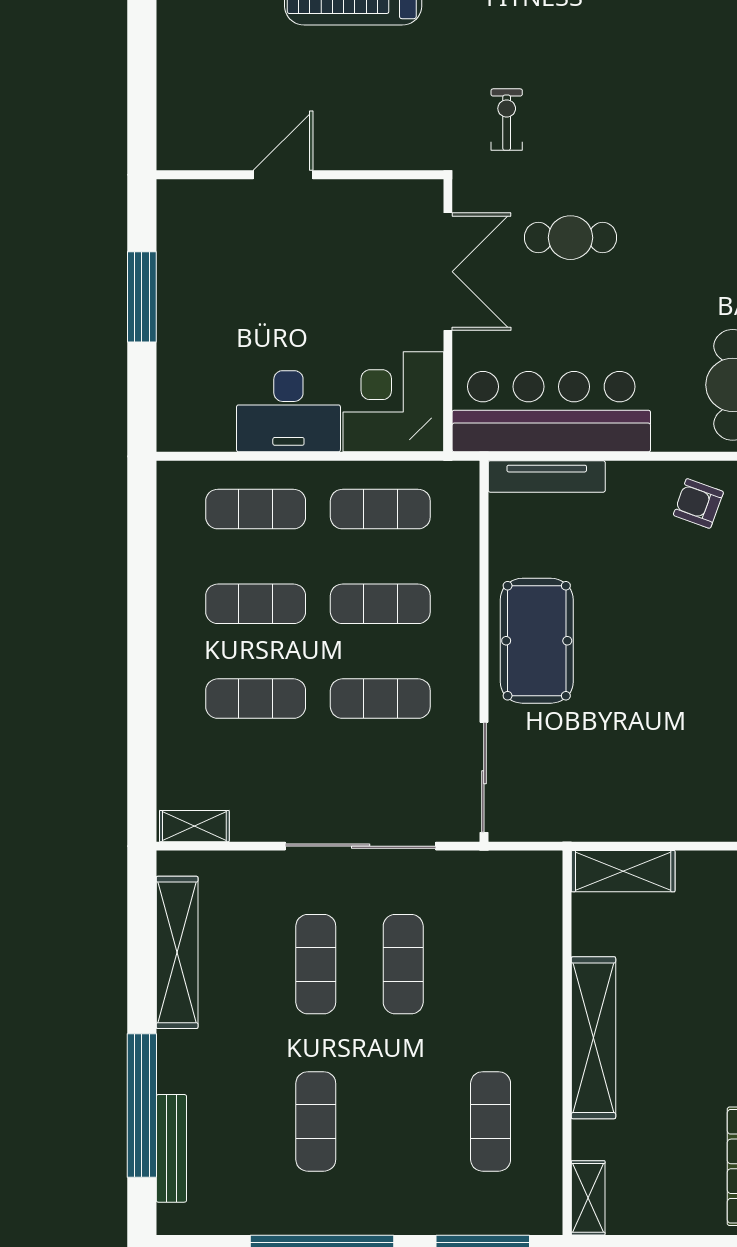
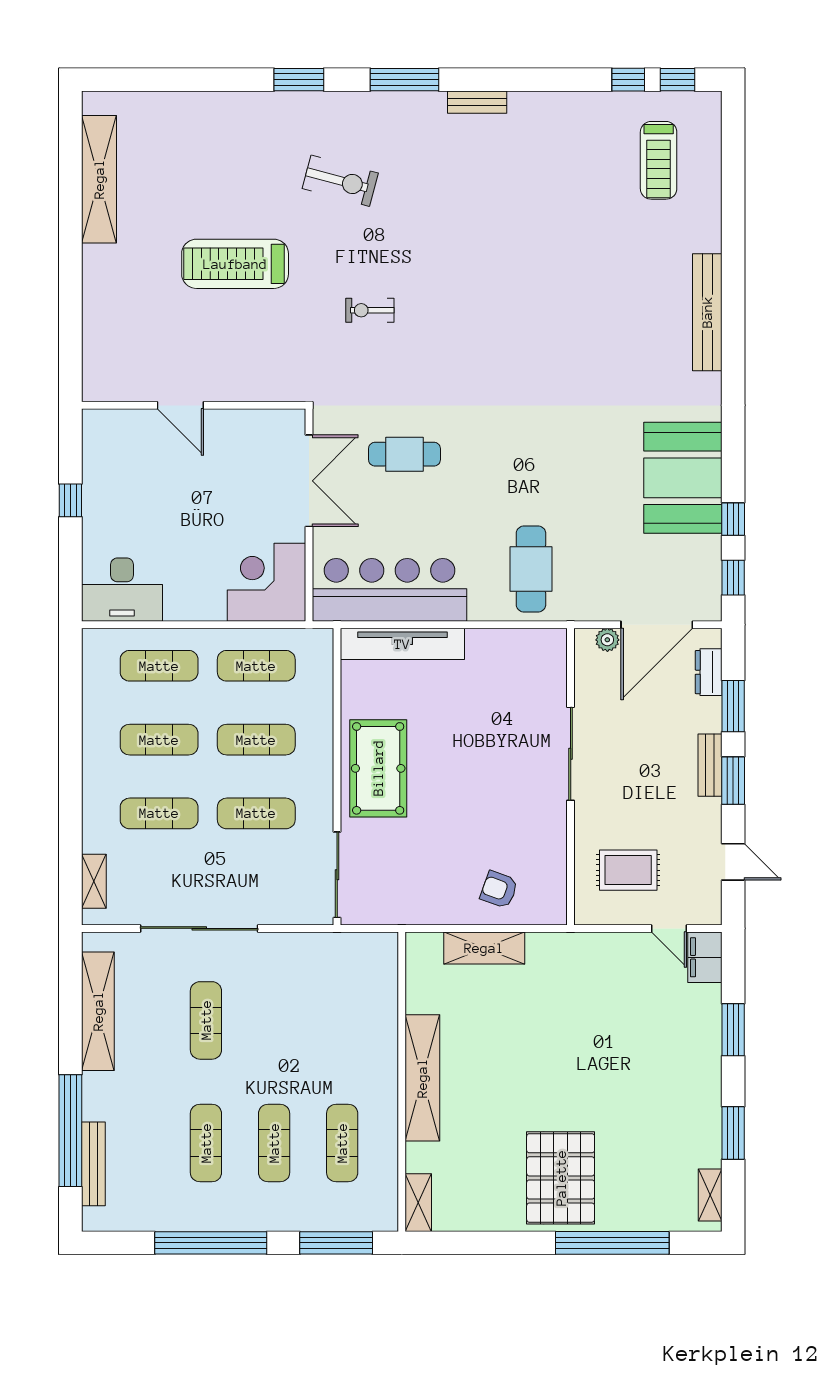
exercise bike: (507, 120) -> (370, 310), moved, turned -90
door: (283, 175) -> (180, 405), swing flipped
window: (142, 297) -> (70, 500), width x0.46
desk: (288, 411) -> (122, 590), moved
tv unit: (547, 476) -> (402, 644), width x1.36, depth x1.29
armchair: (698, 503) -> (499, 890), moved
shelving: (194, 826) -> (94, 881), moved, turned 90
sliding door: (361, 846) -> (199, 928), moved
shelving: (623, 871) -> (484, 948), moved
exercise mat: (403, 964) -> (274, 1143), moved

